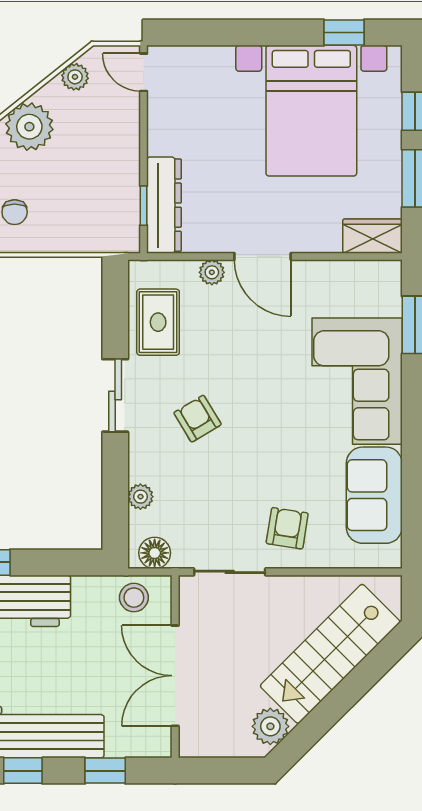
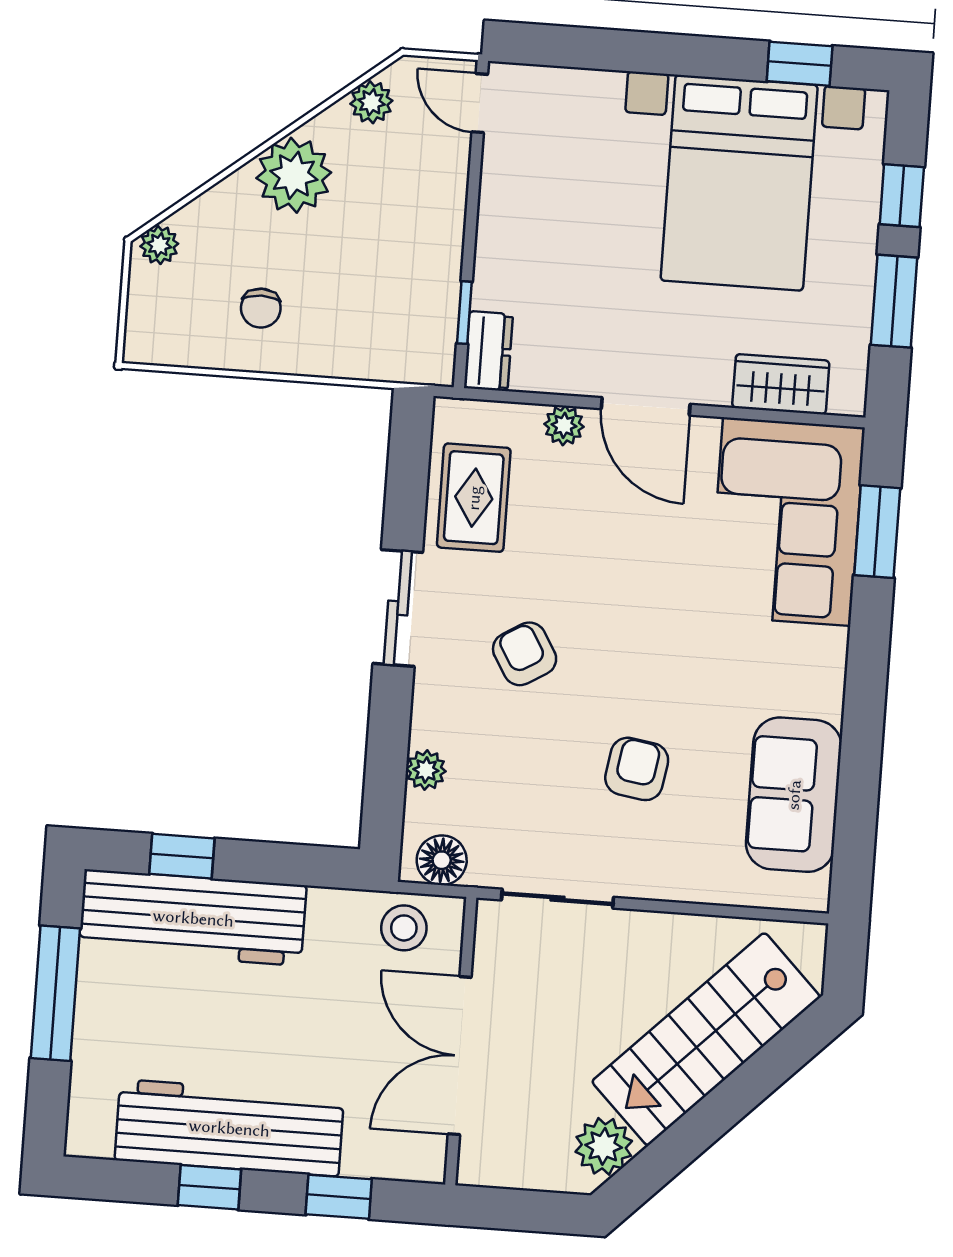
dresser: (164, 205) -> (488, 351), width x0.51, depth x0.80
wardrobe: (373, 236) -> (781, 384), moved
corner sofa: (357, 381) -> (787, 522), moved
armchair: (287, 528) -> (637, 769), moved

